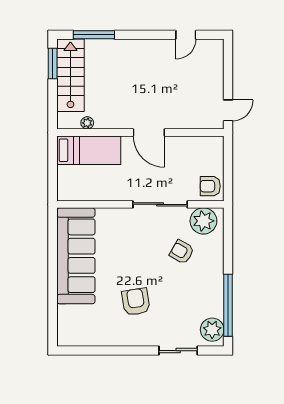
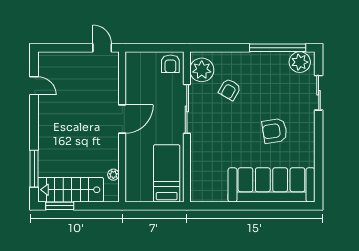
bed: (89, 150) -> (167, 173), moved
sofa: (76, 256) -> (271, 185), moved

